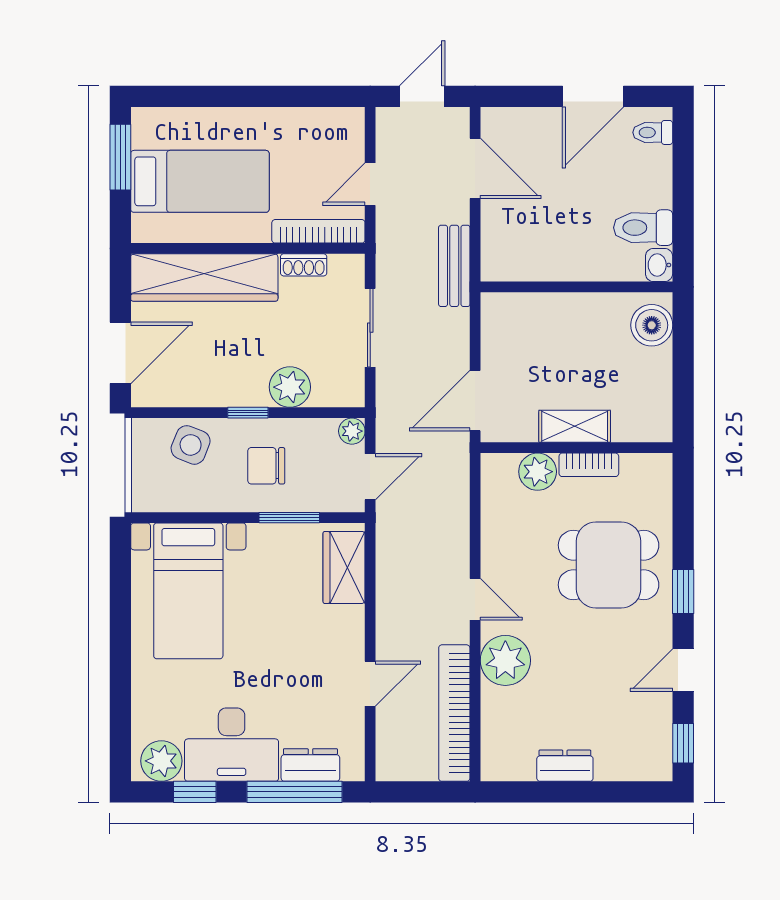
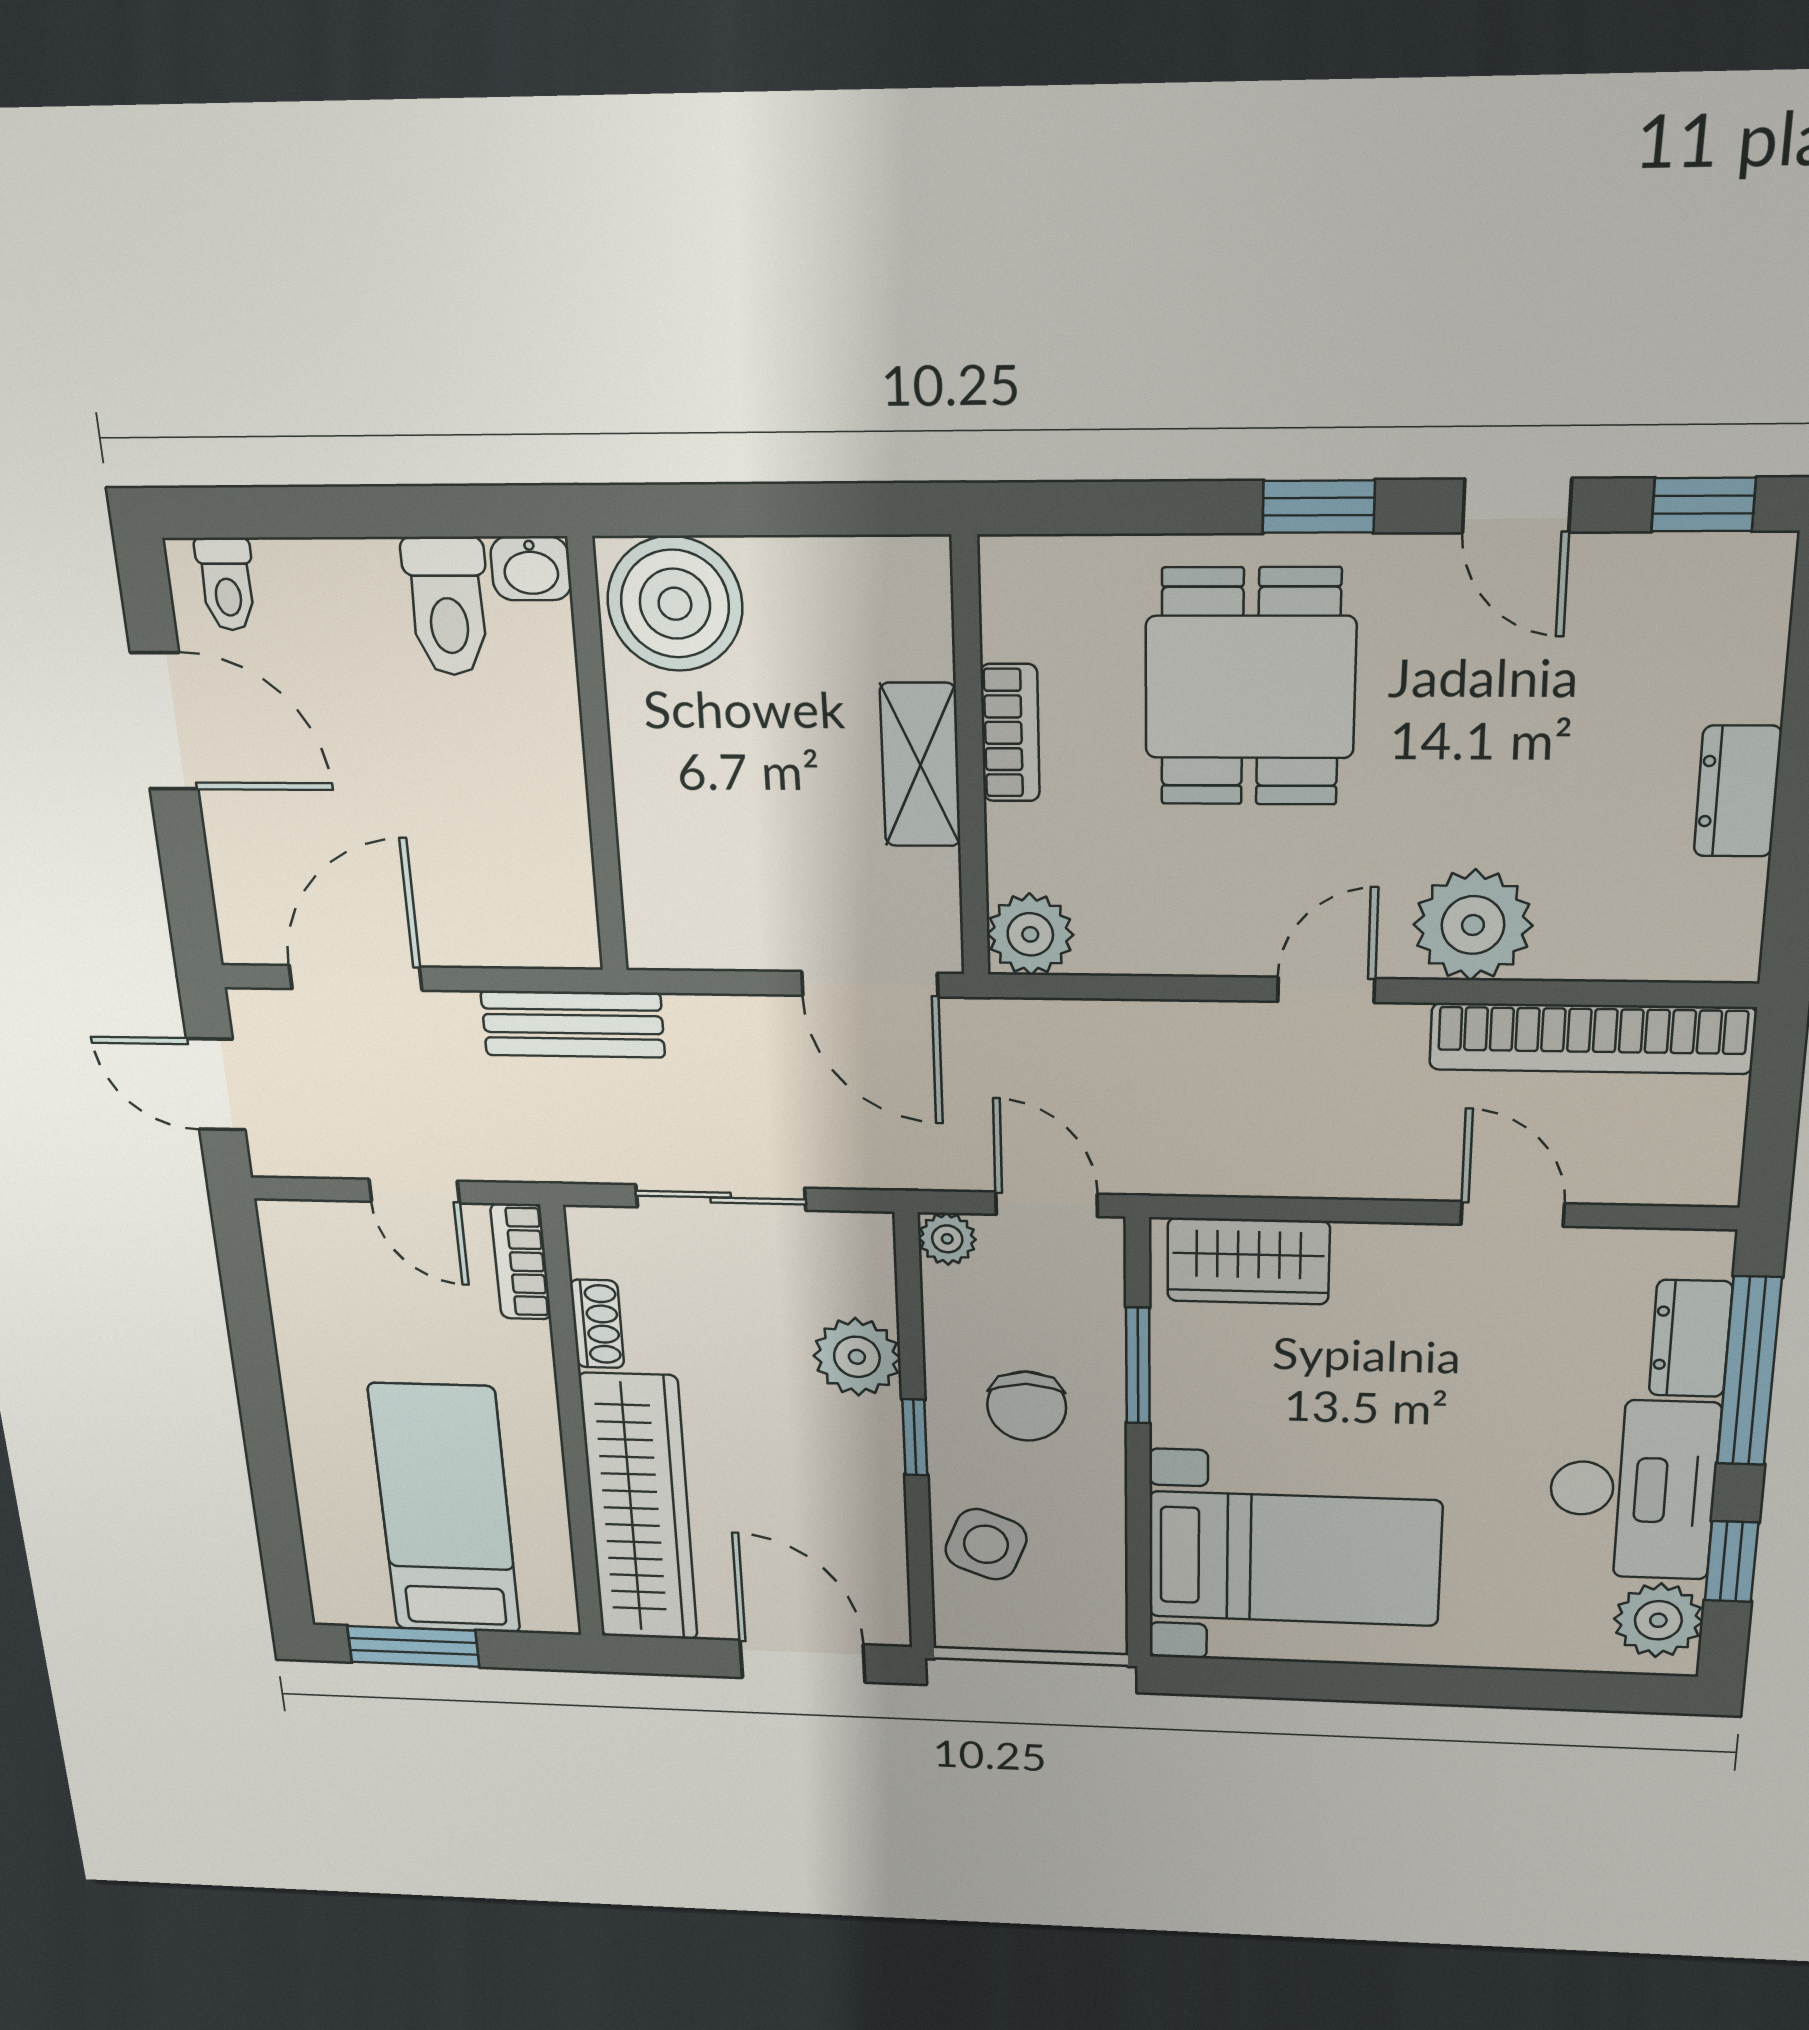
bookcase: (318, 231) -> (521, 1262), width x0.64
boiler: (652, 325) -> (675, 604), width x1.37, depth x1.37
plant: (538, 472) -> (1030, 934), moved

